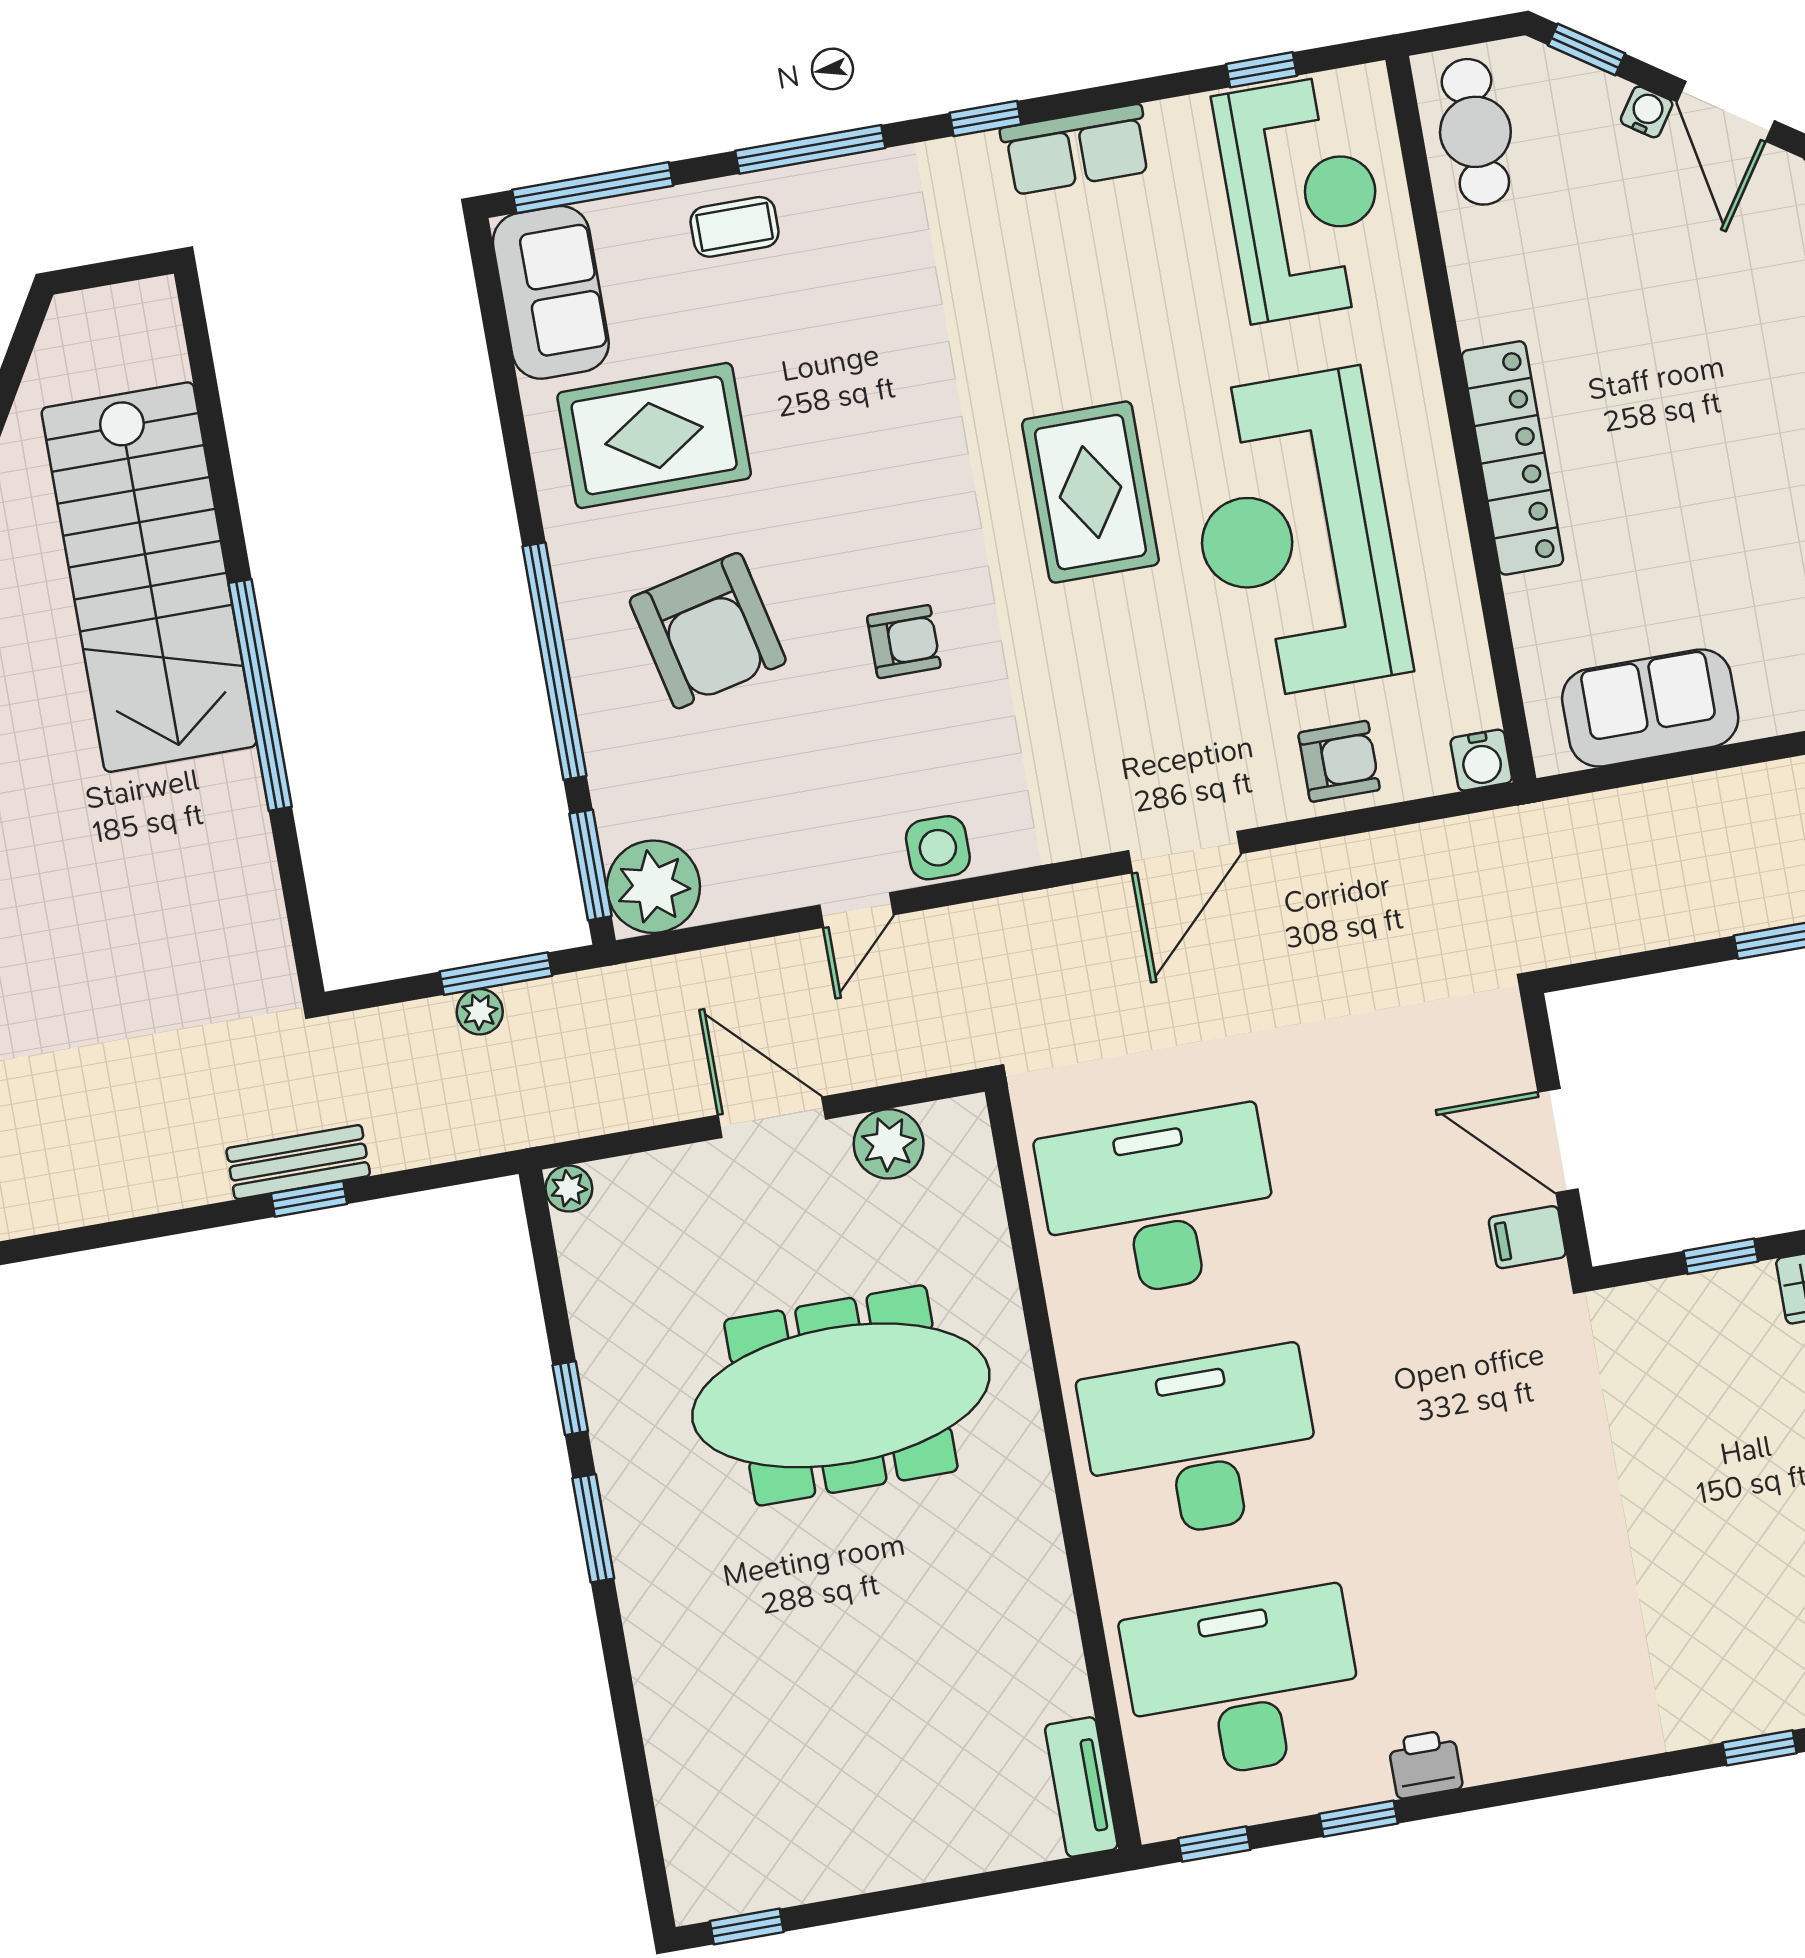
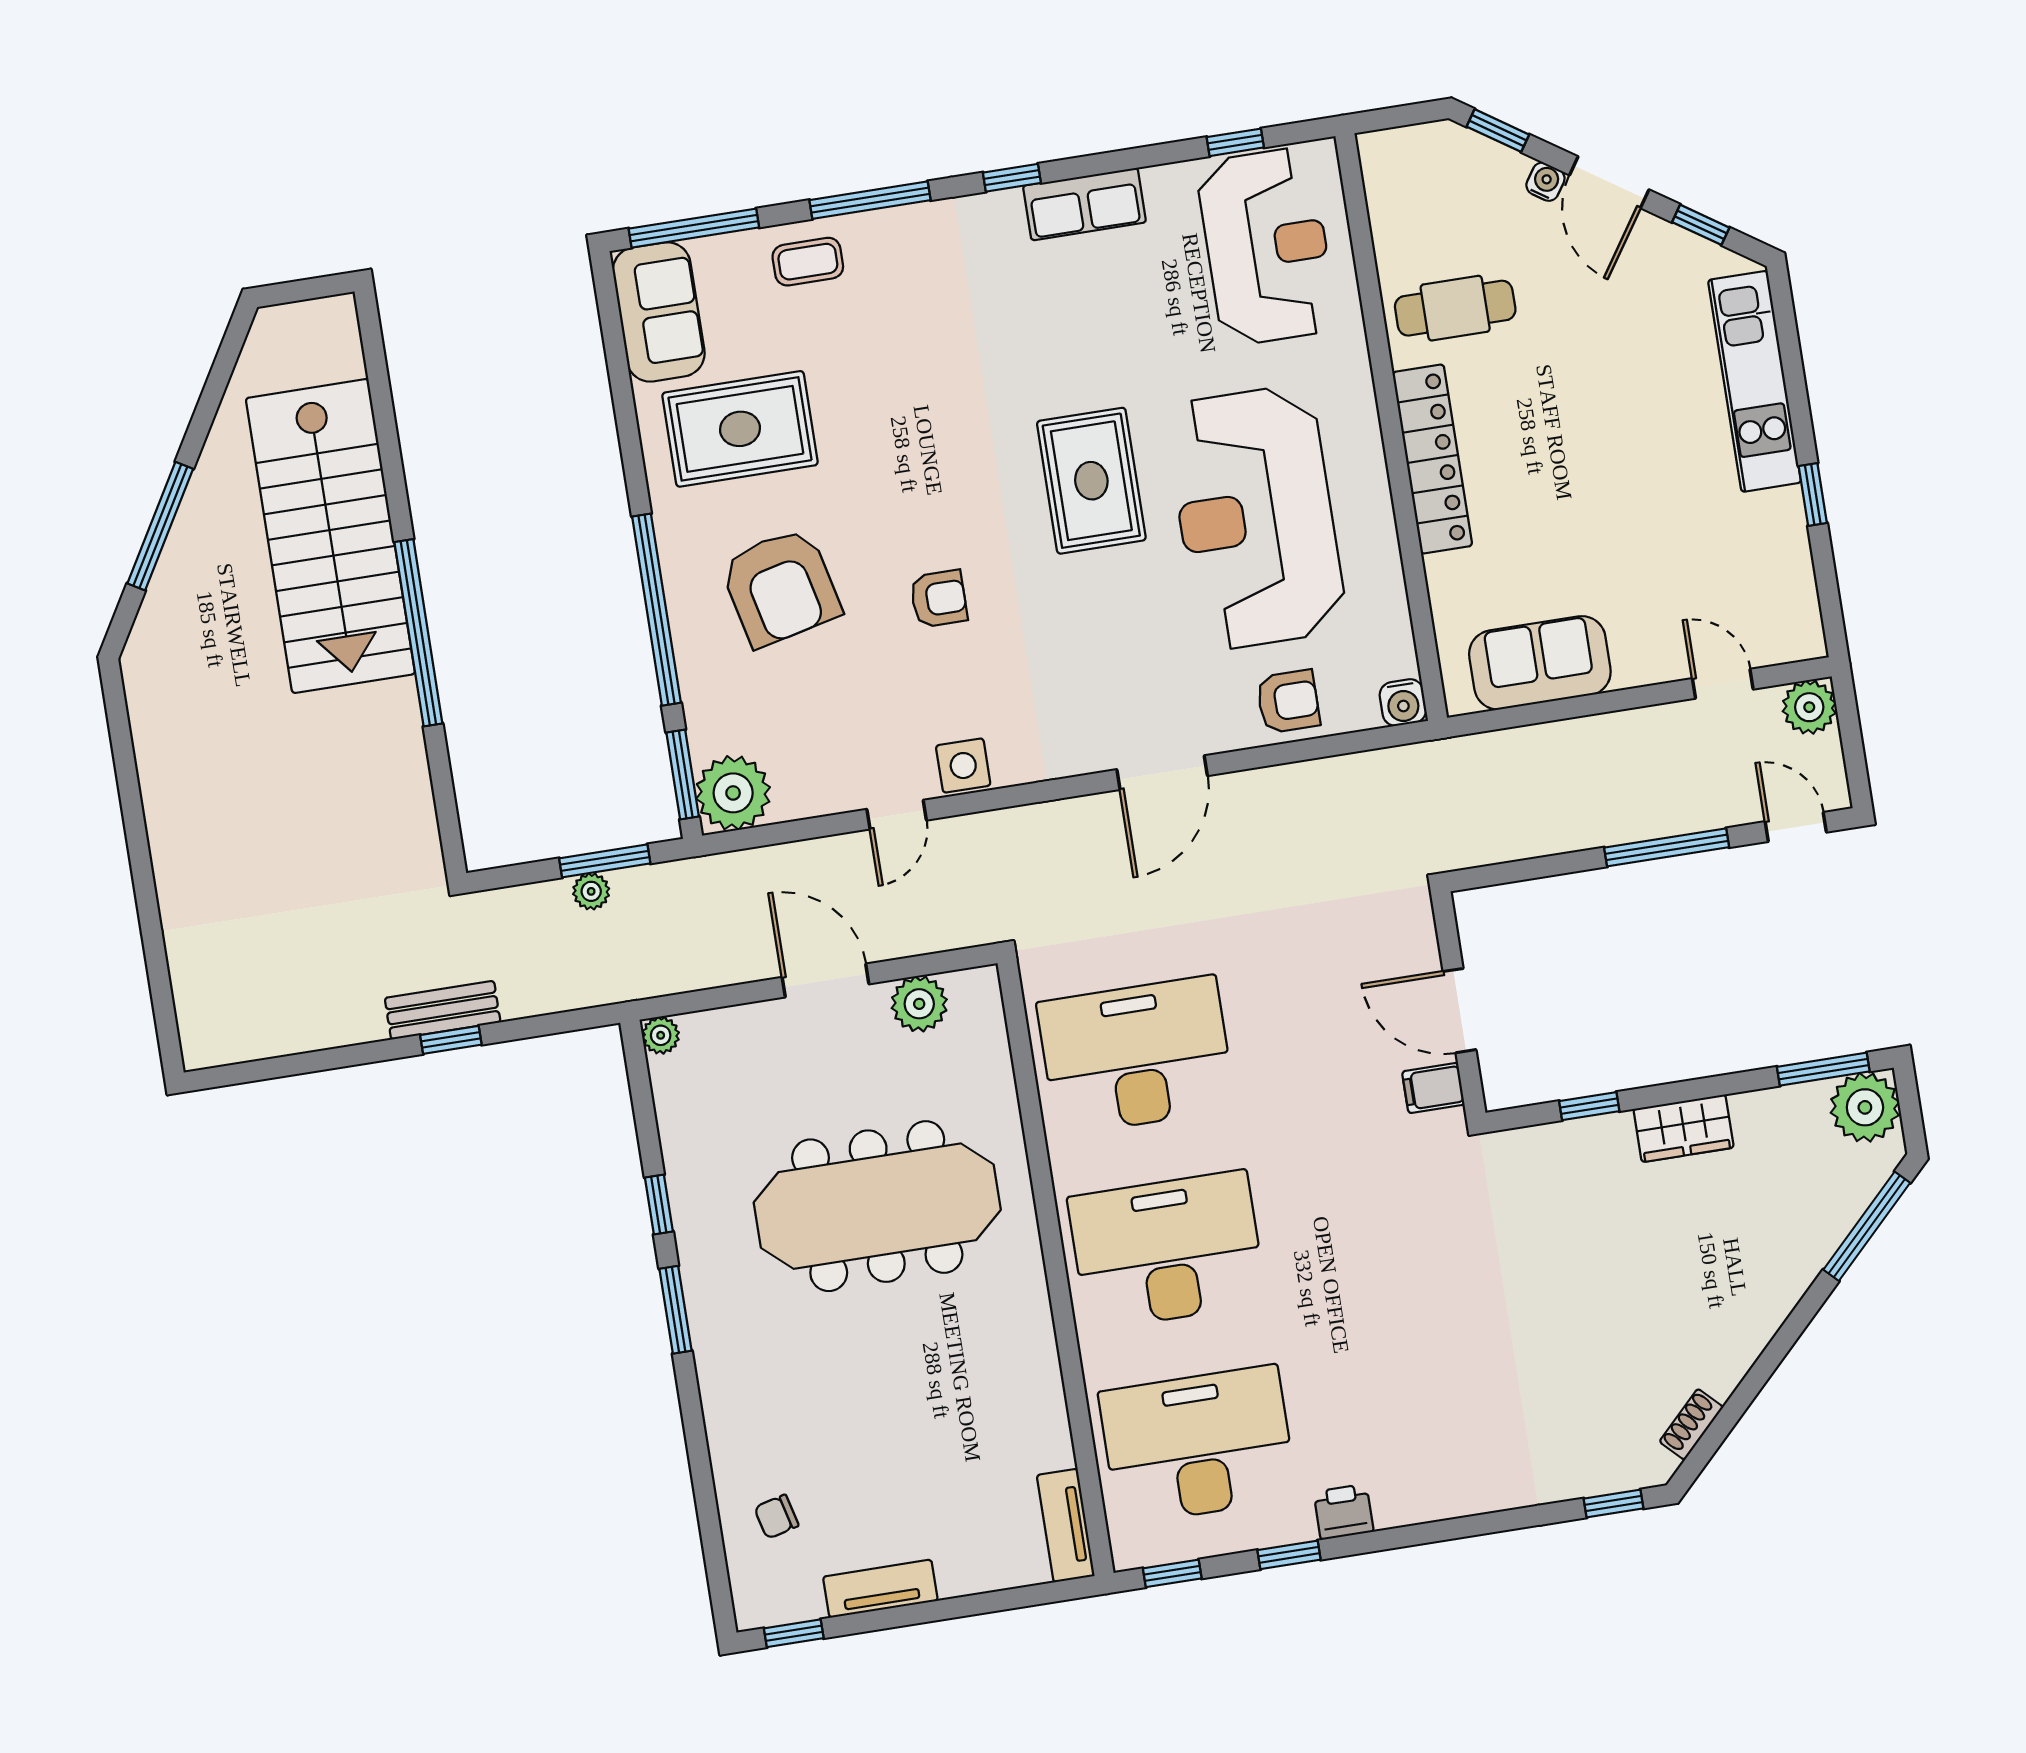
cafe table: (1475, 132) -> (1455, 308), moved, turned 90
chair: (723, 1782) -> (776, 1517), added
tv unit: (853, 1869) -> (880, 1589), added

